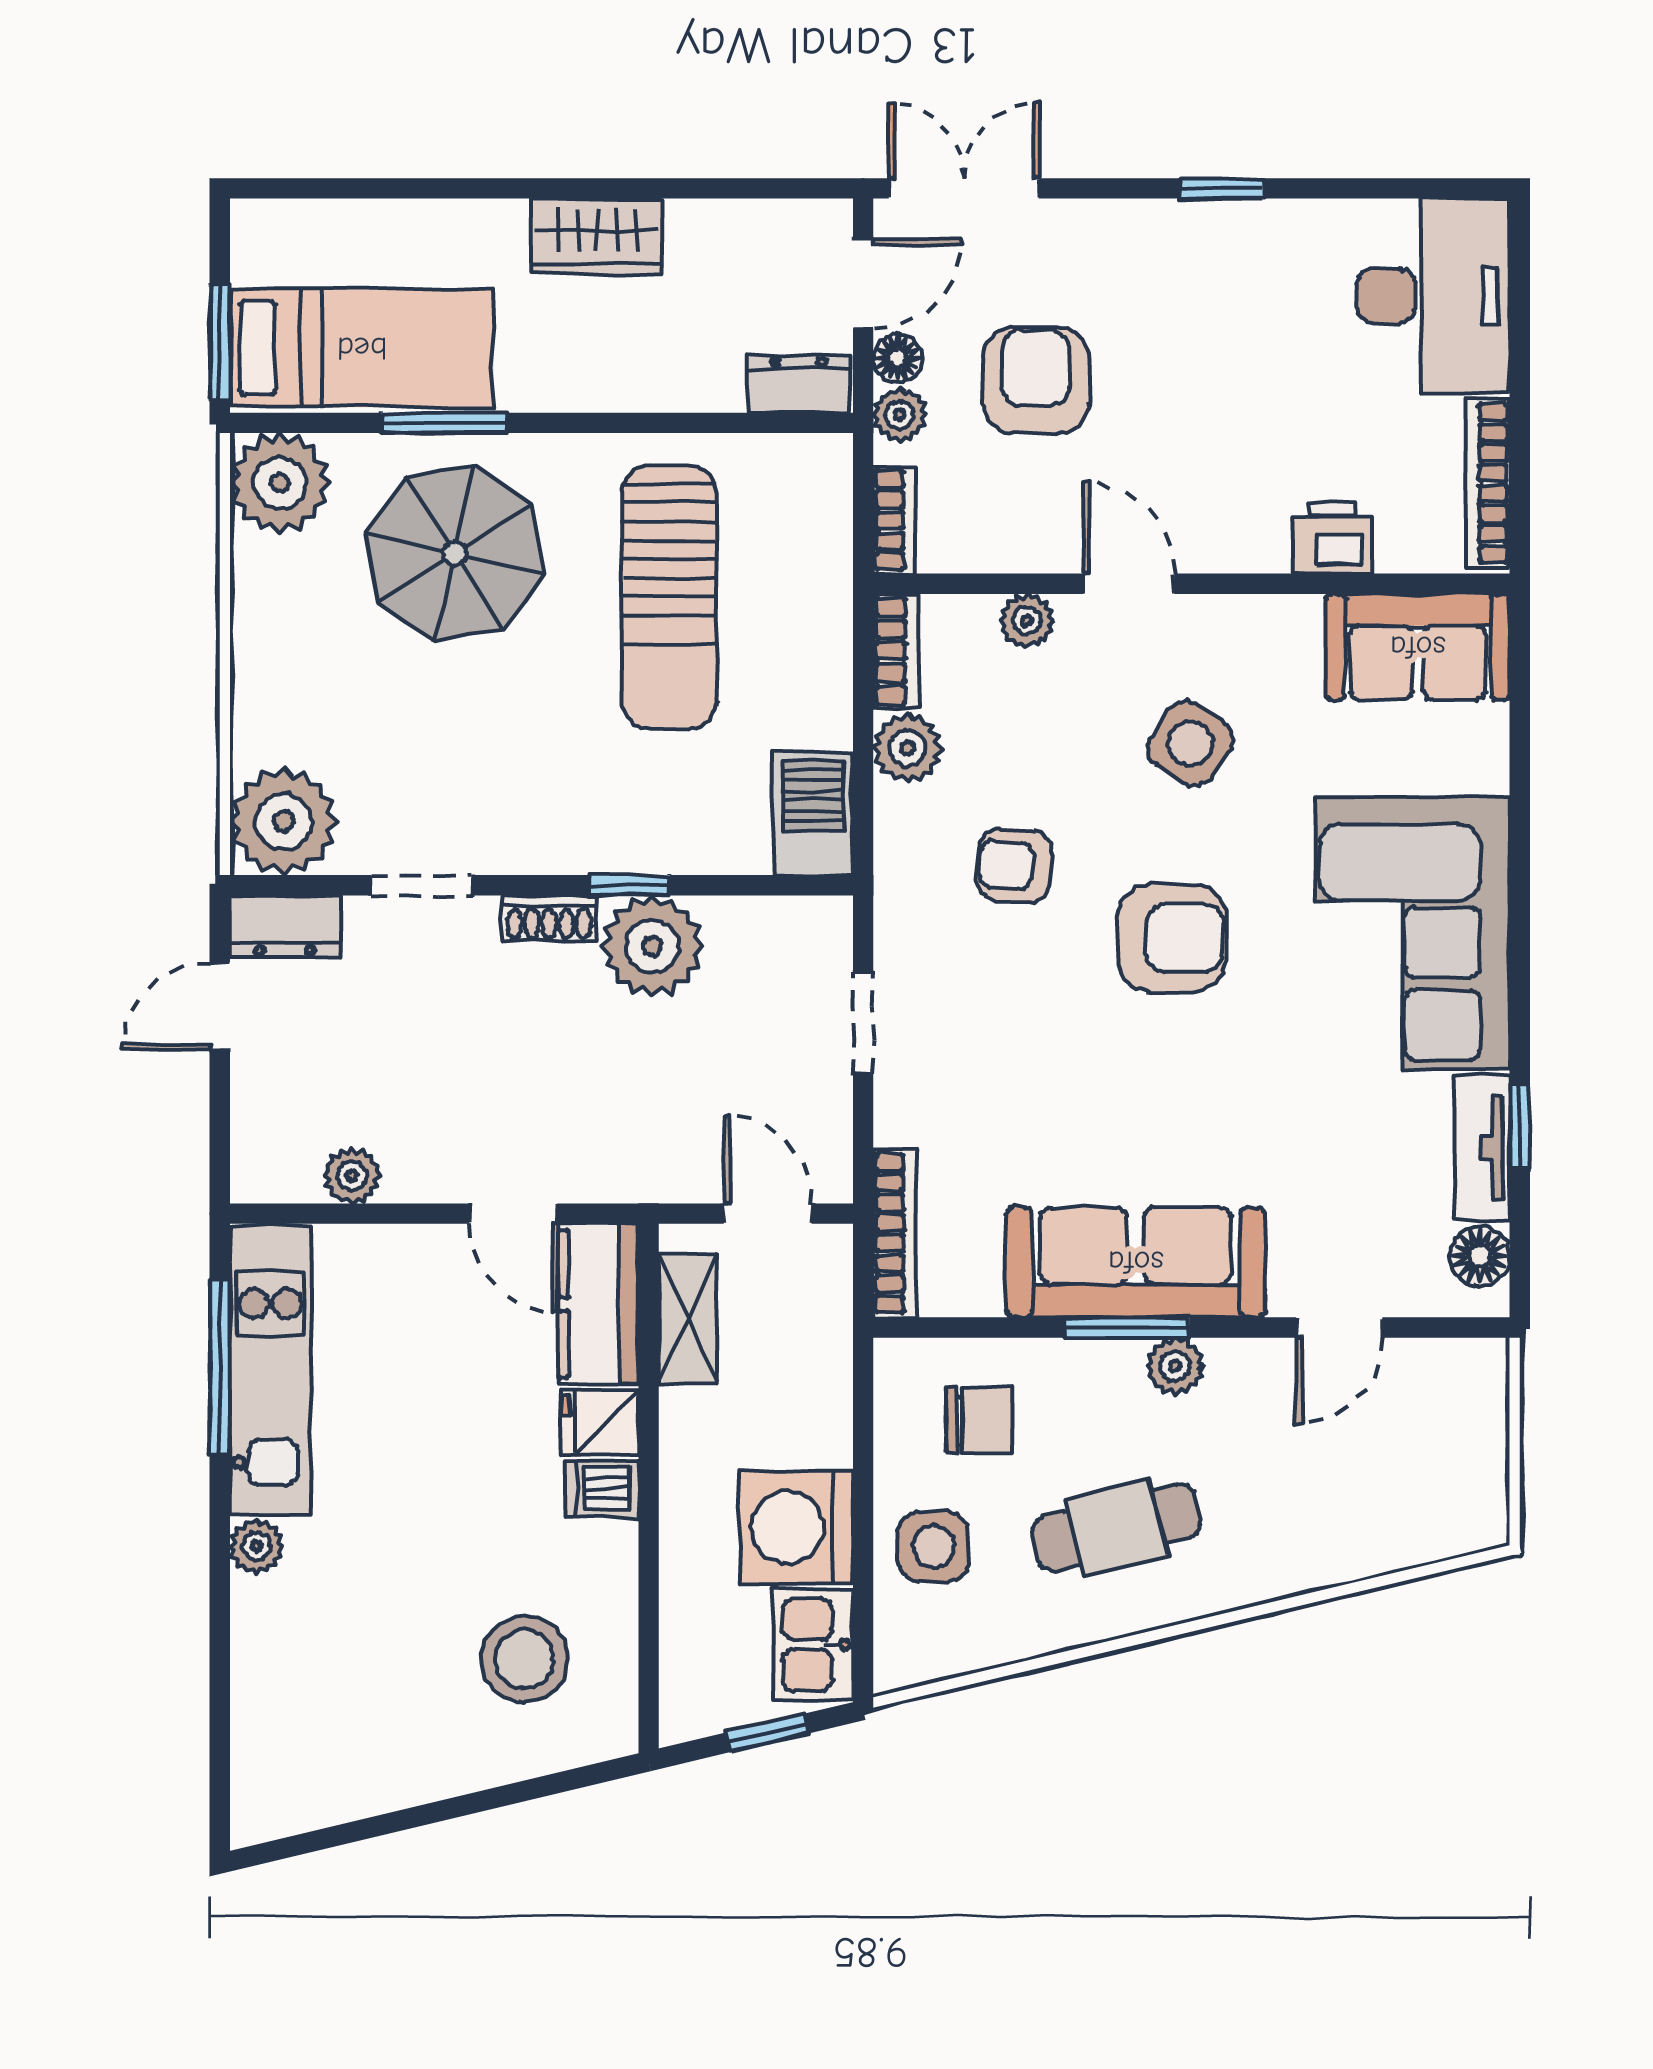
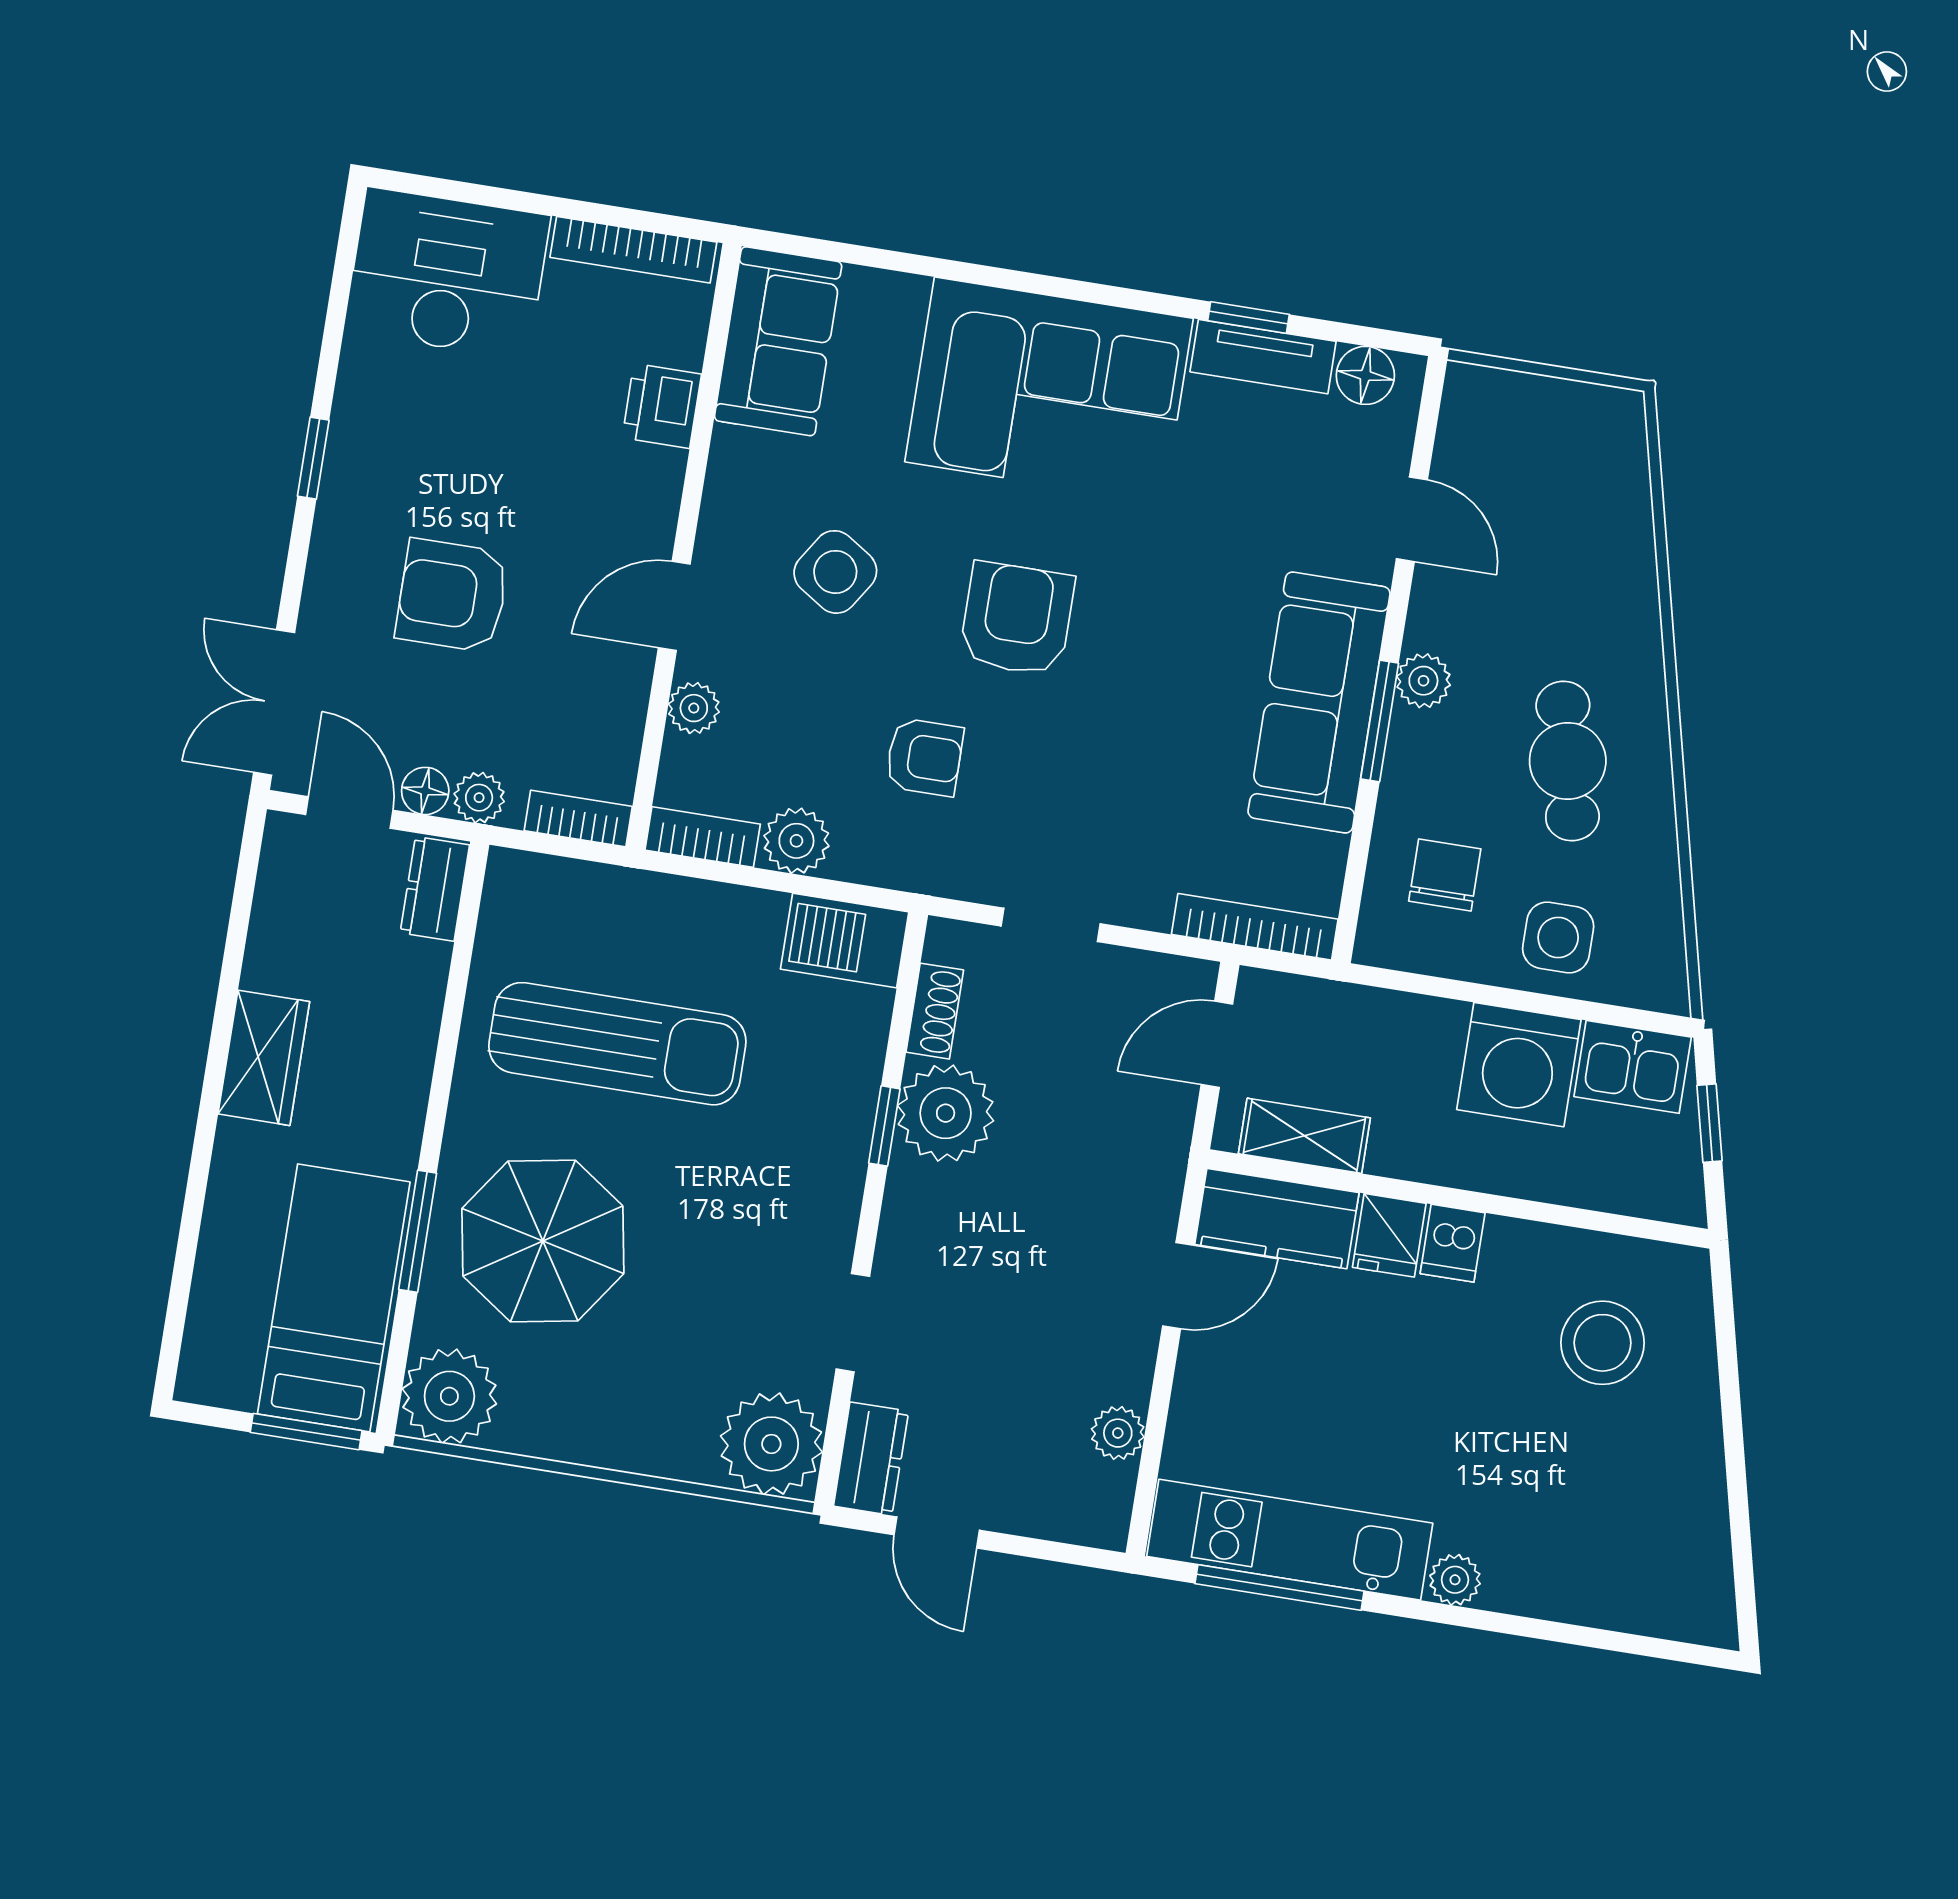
armchair: (1036, 381) -> (452, 596), moved
armchair: (1015, 866) -> (924, 757), turned -95
shoe rack: (549, 918) -> (935, 1011), moved

